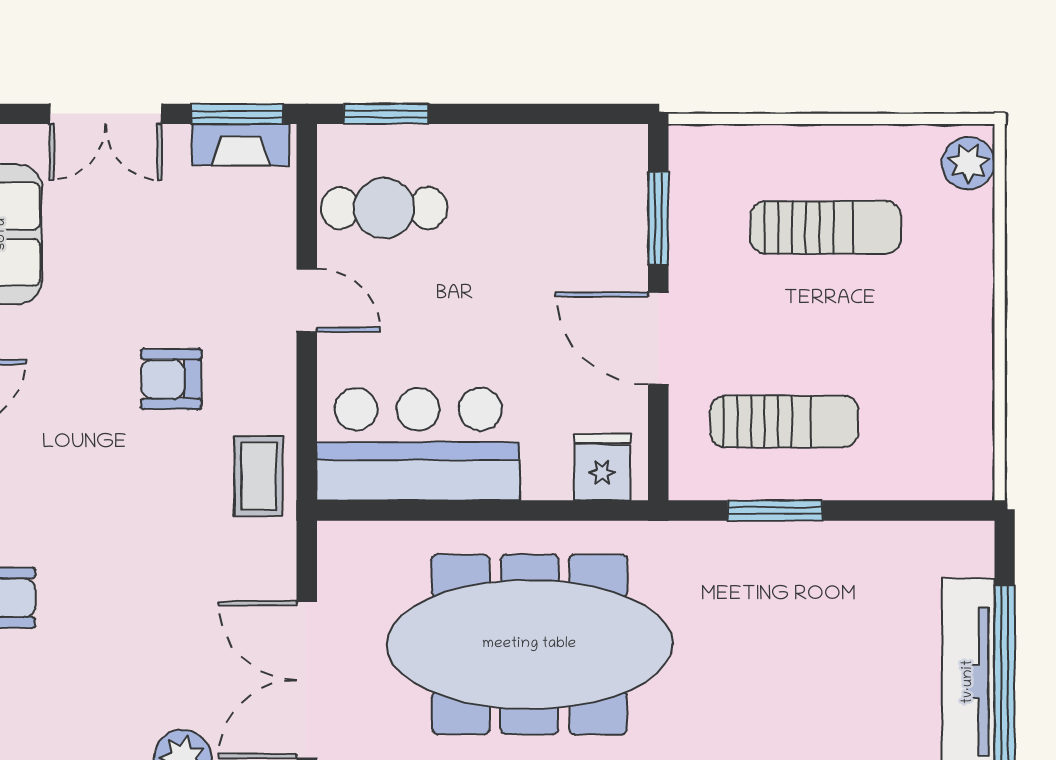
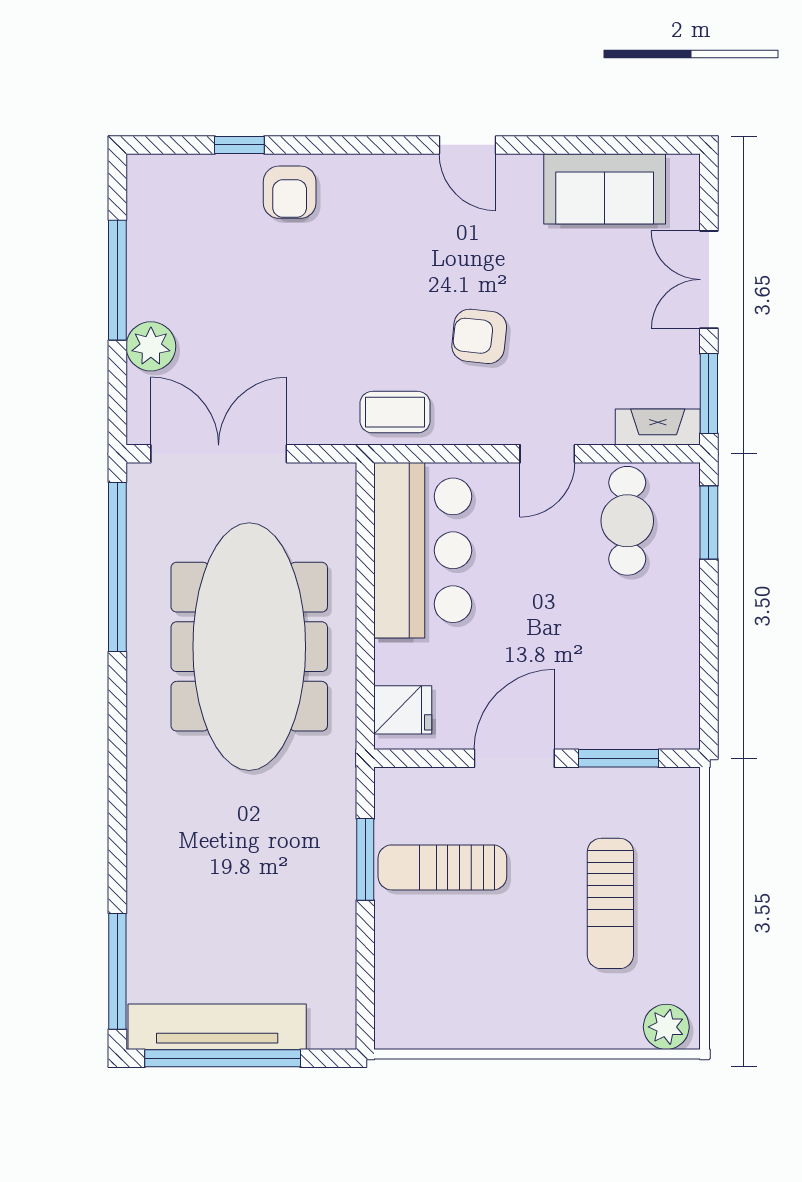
fireplace: (241, 145) -> (658, 427), moved, turned 90
armchair: (171, 379) -> (479, 336), turned -84
sun lounger: (784, 421) -> (442, 867), turned 90

